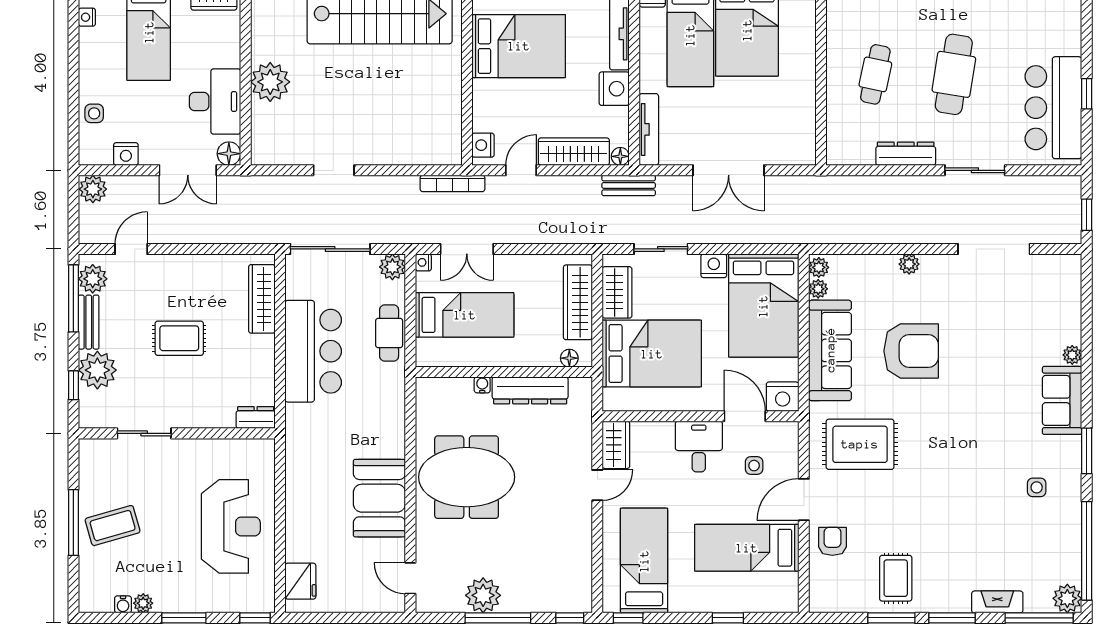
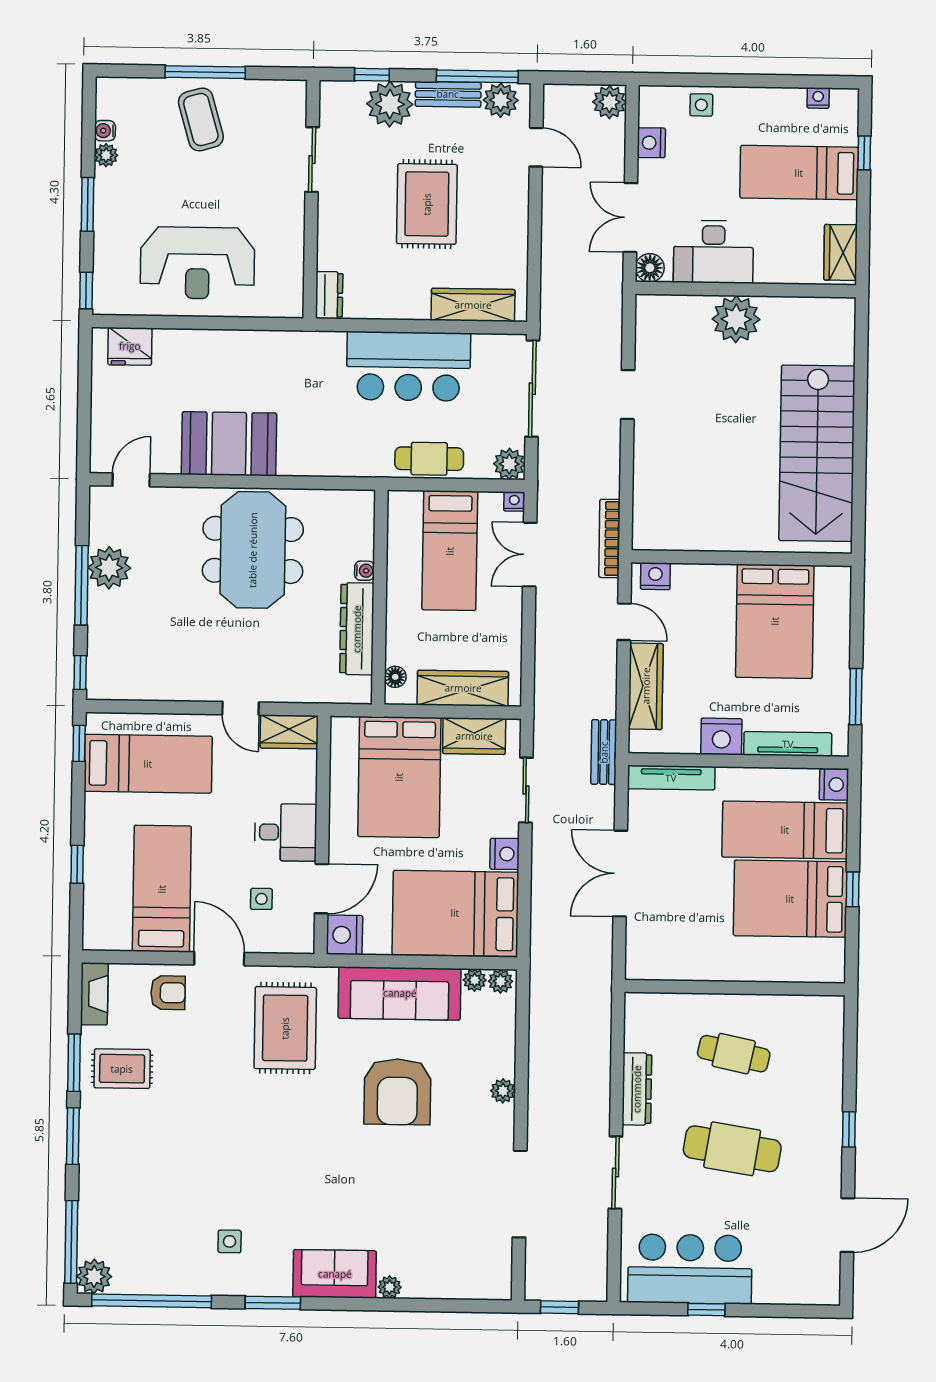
floor lamp: (620, 156) -> (639, 743), removed
rug: (179, 338) -> (427, 204), width x1.36, depth x1.43
fireplace: (997, 602) -> (94, 994), moved

